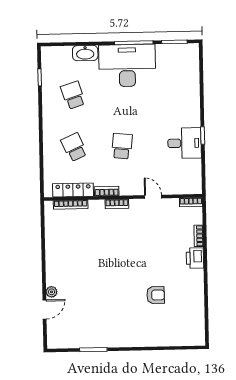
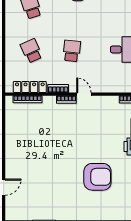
door: (153, 197) -> (84, 94), moved
plant: (52, 292) -> (10, 172), removed
armchair: (156, 295) -> (97, 177), width x1.88, depth x1.88

